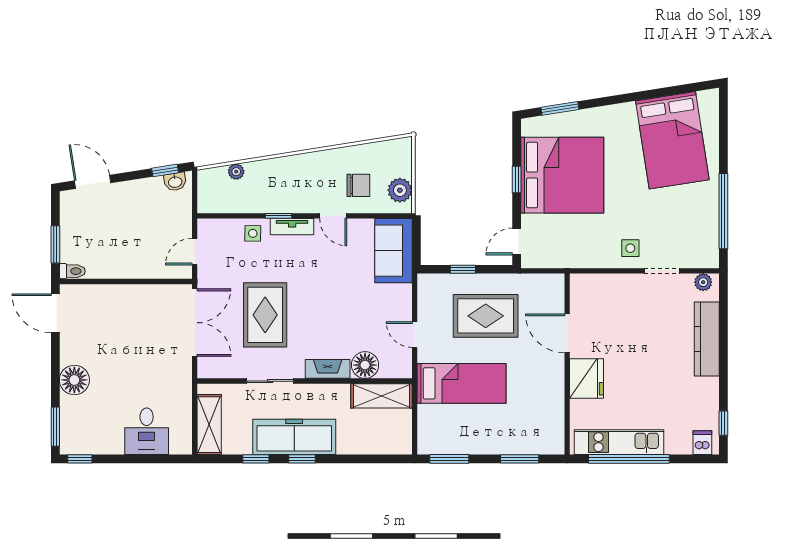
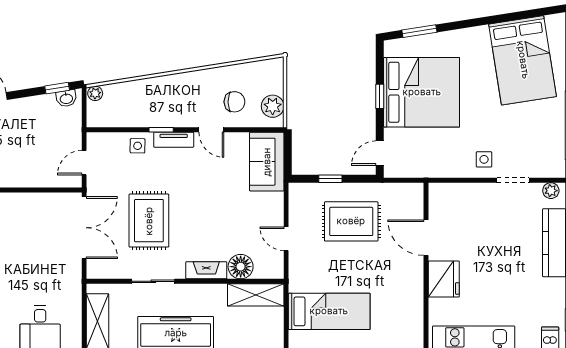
plant: (236, 172) -> (95, 93), moved
bed: (462, 383) -> (329, 311), moved

